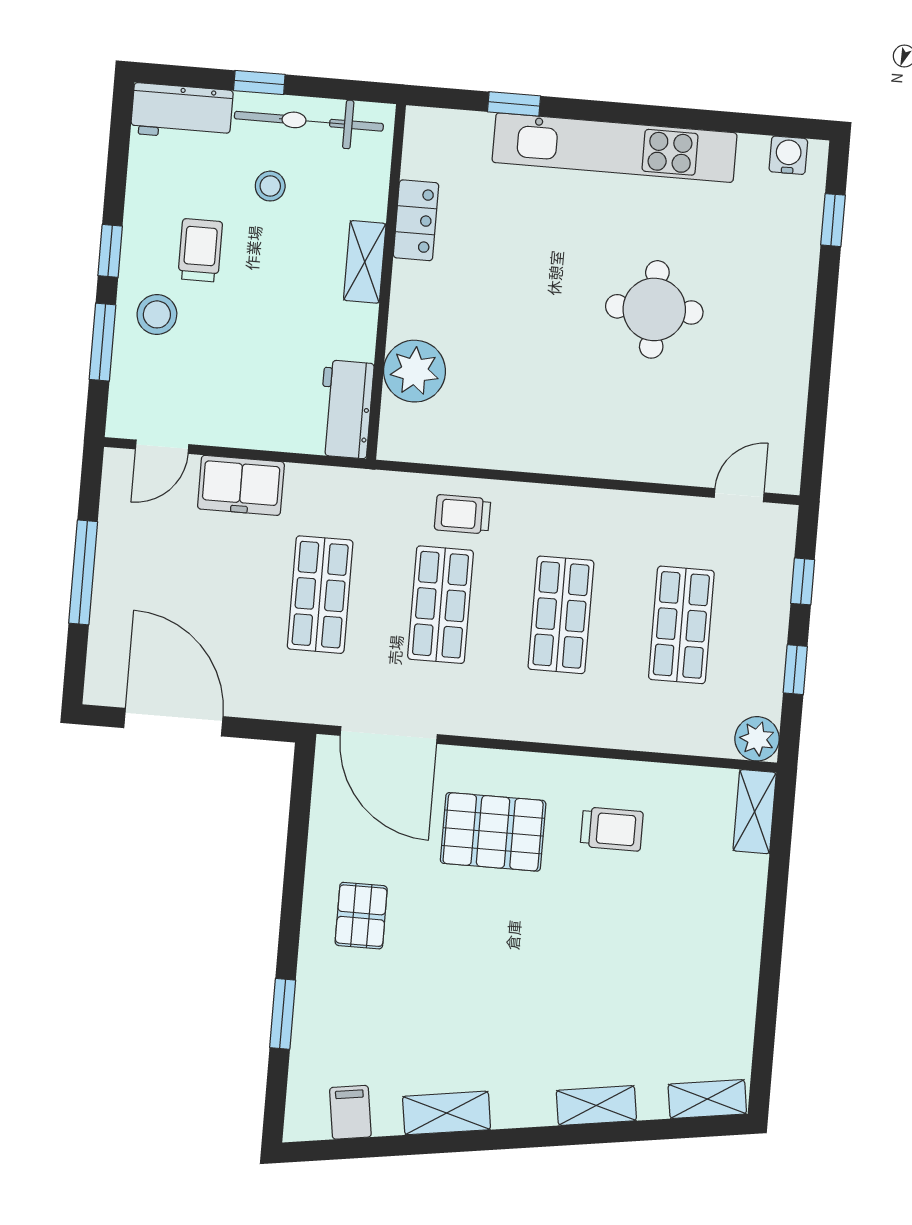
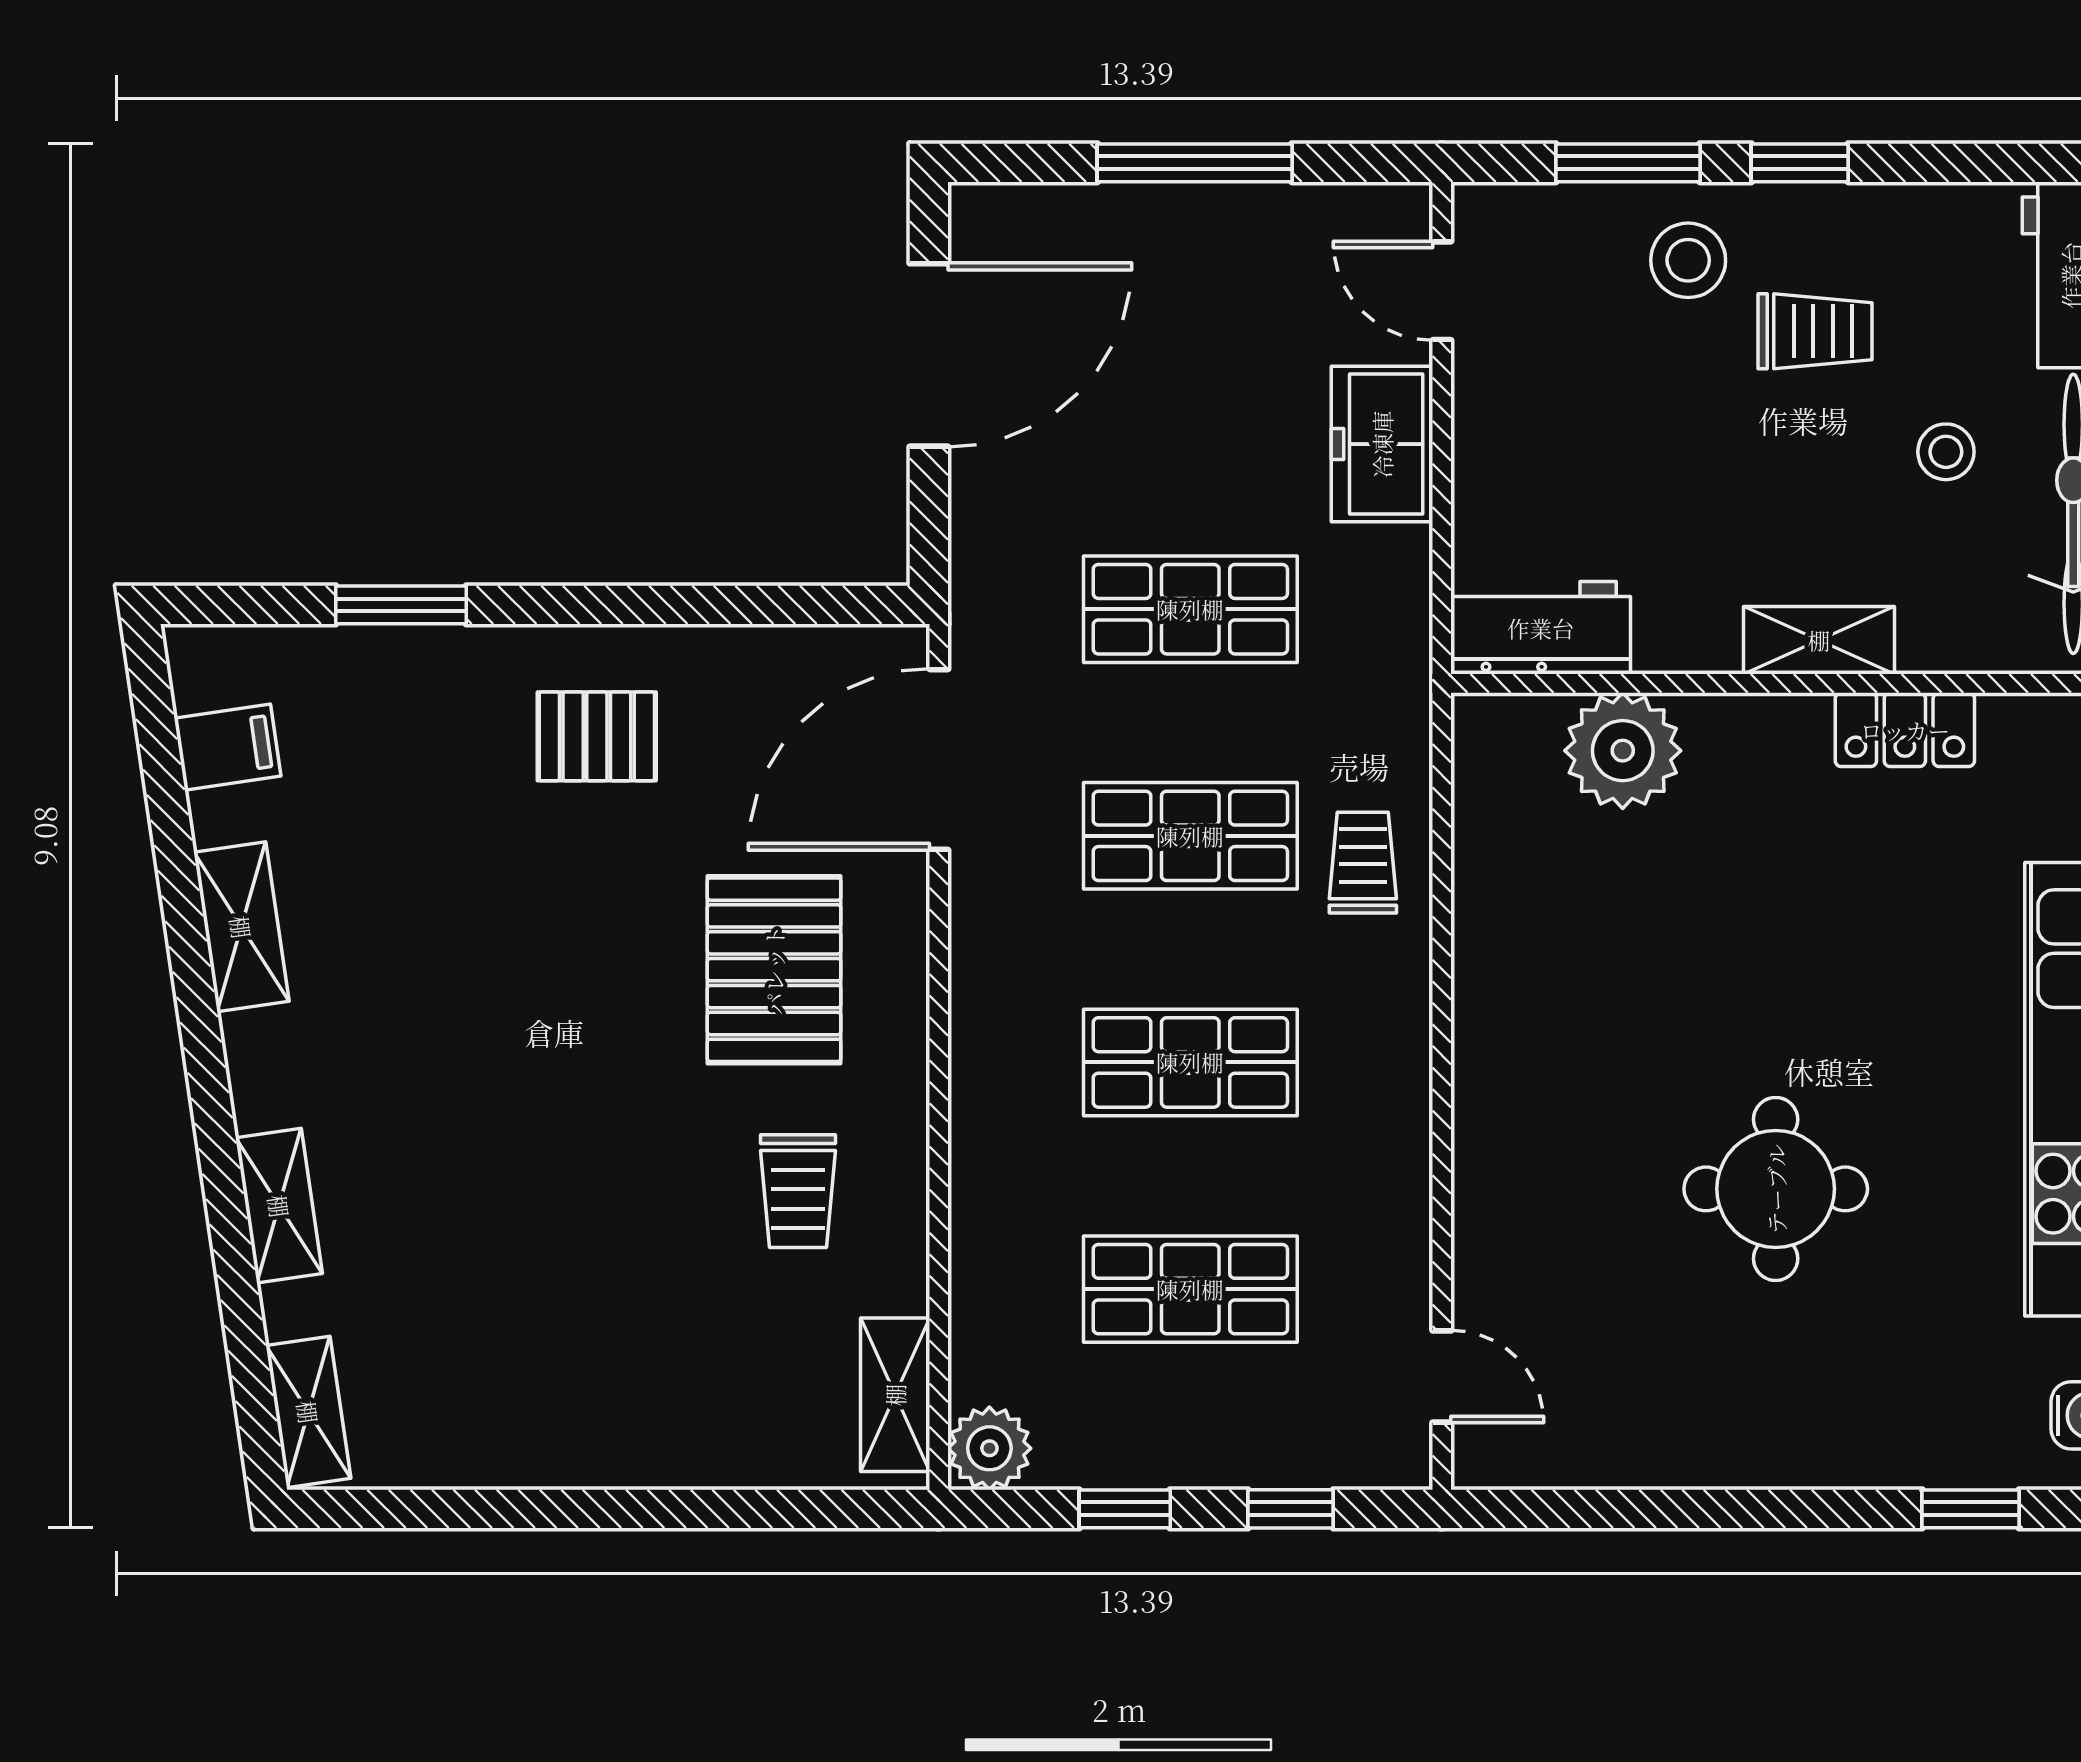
shelving: (755, 812) -> (895, 1395), moved, turned 90

